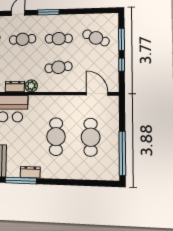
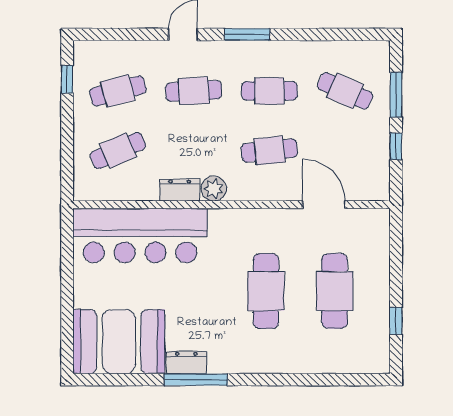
door: (97, 94) -> (324, 205), moved
window: (122, 153) -> (396, 321), width x0.32
dresser: (30, 172) -> (186, 363), moved

